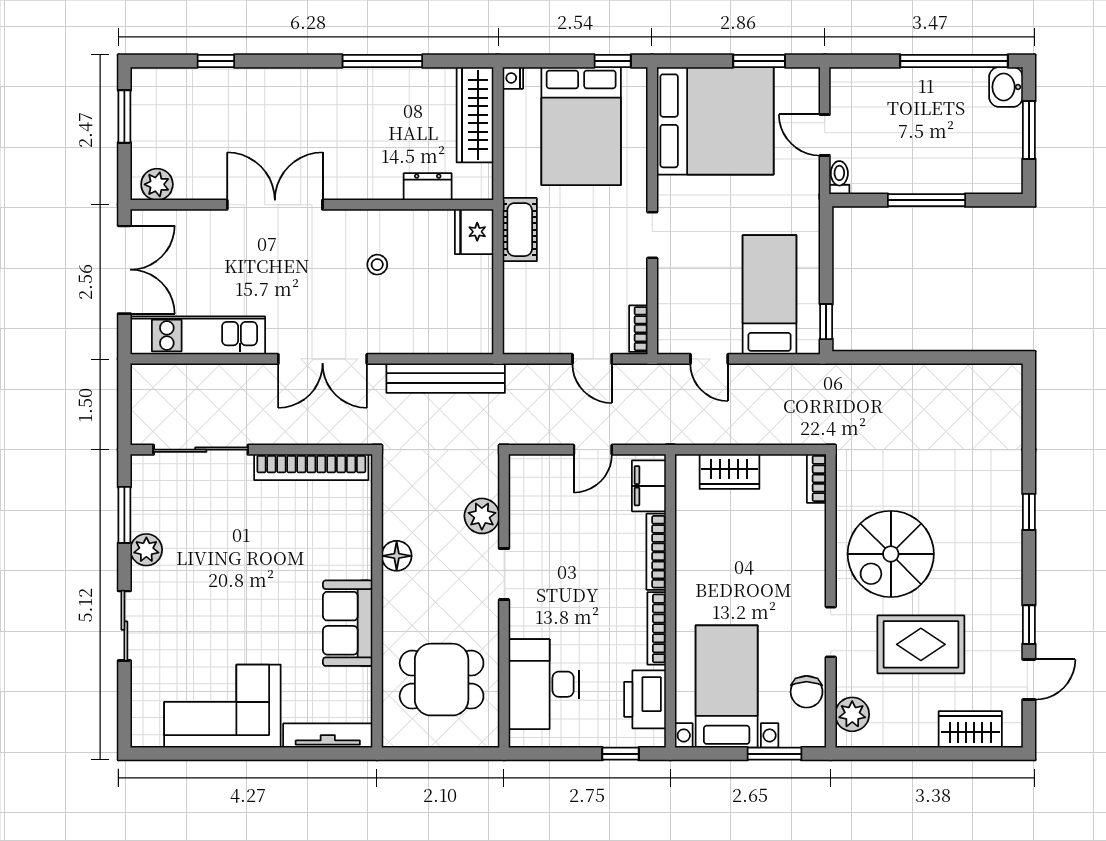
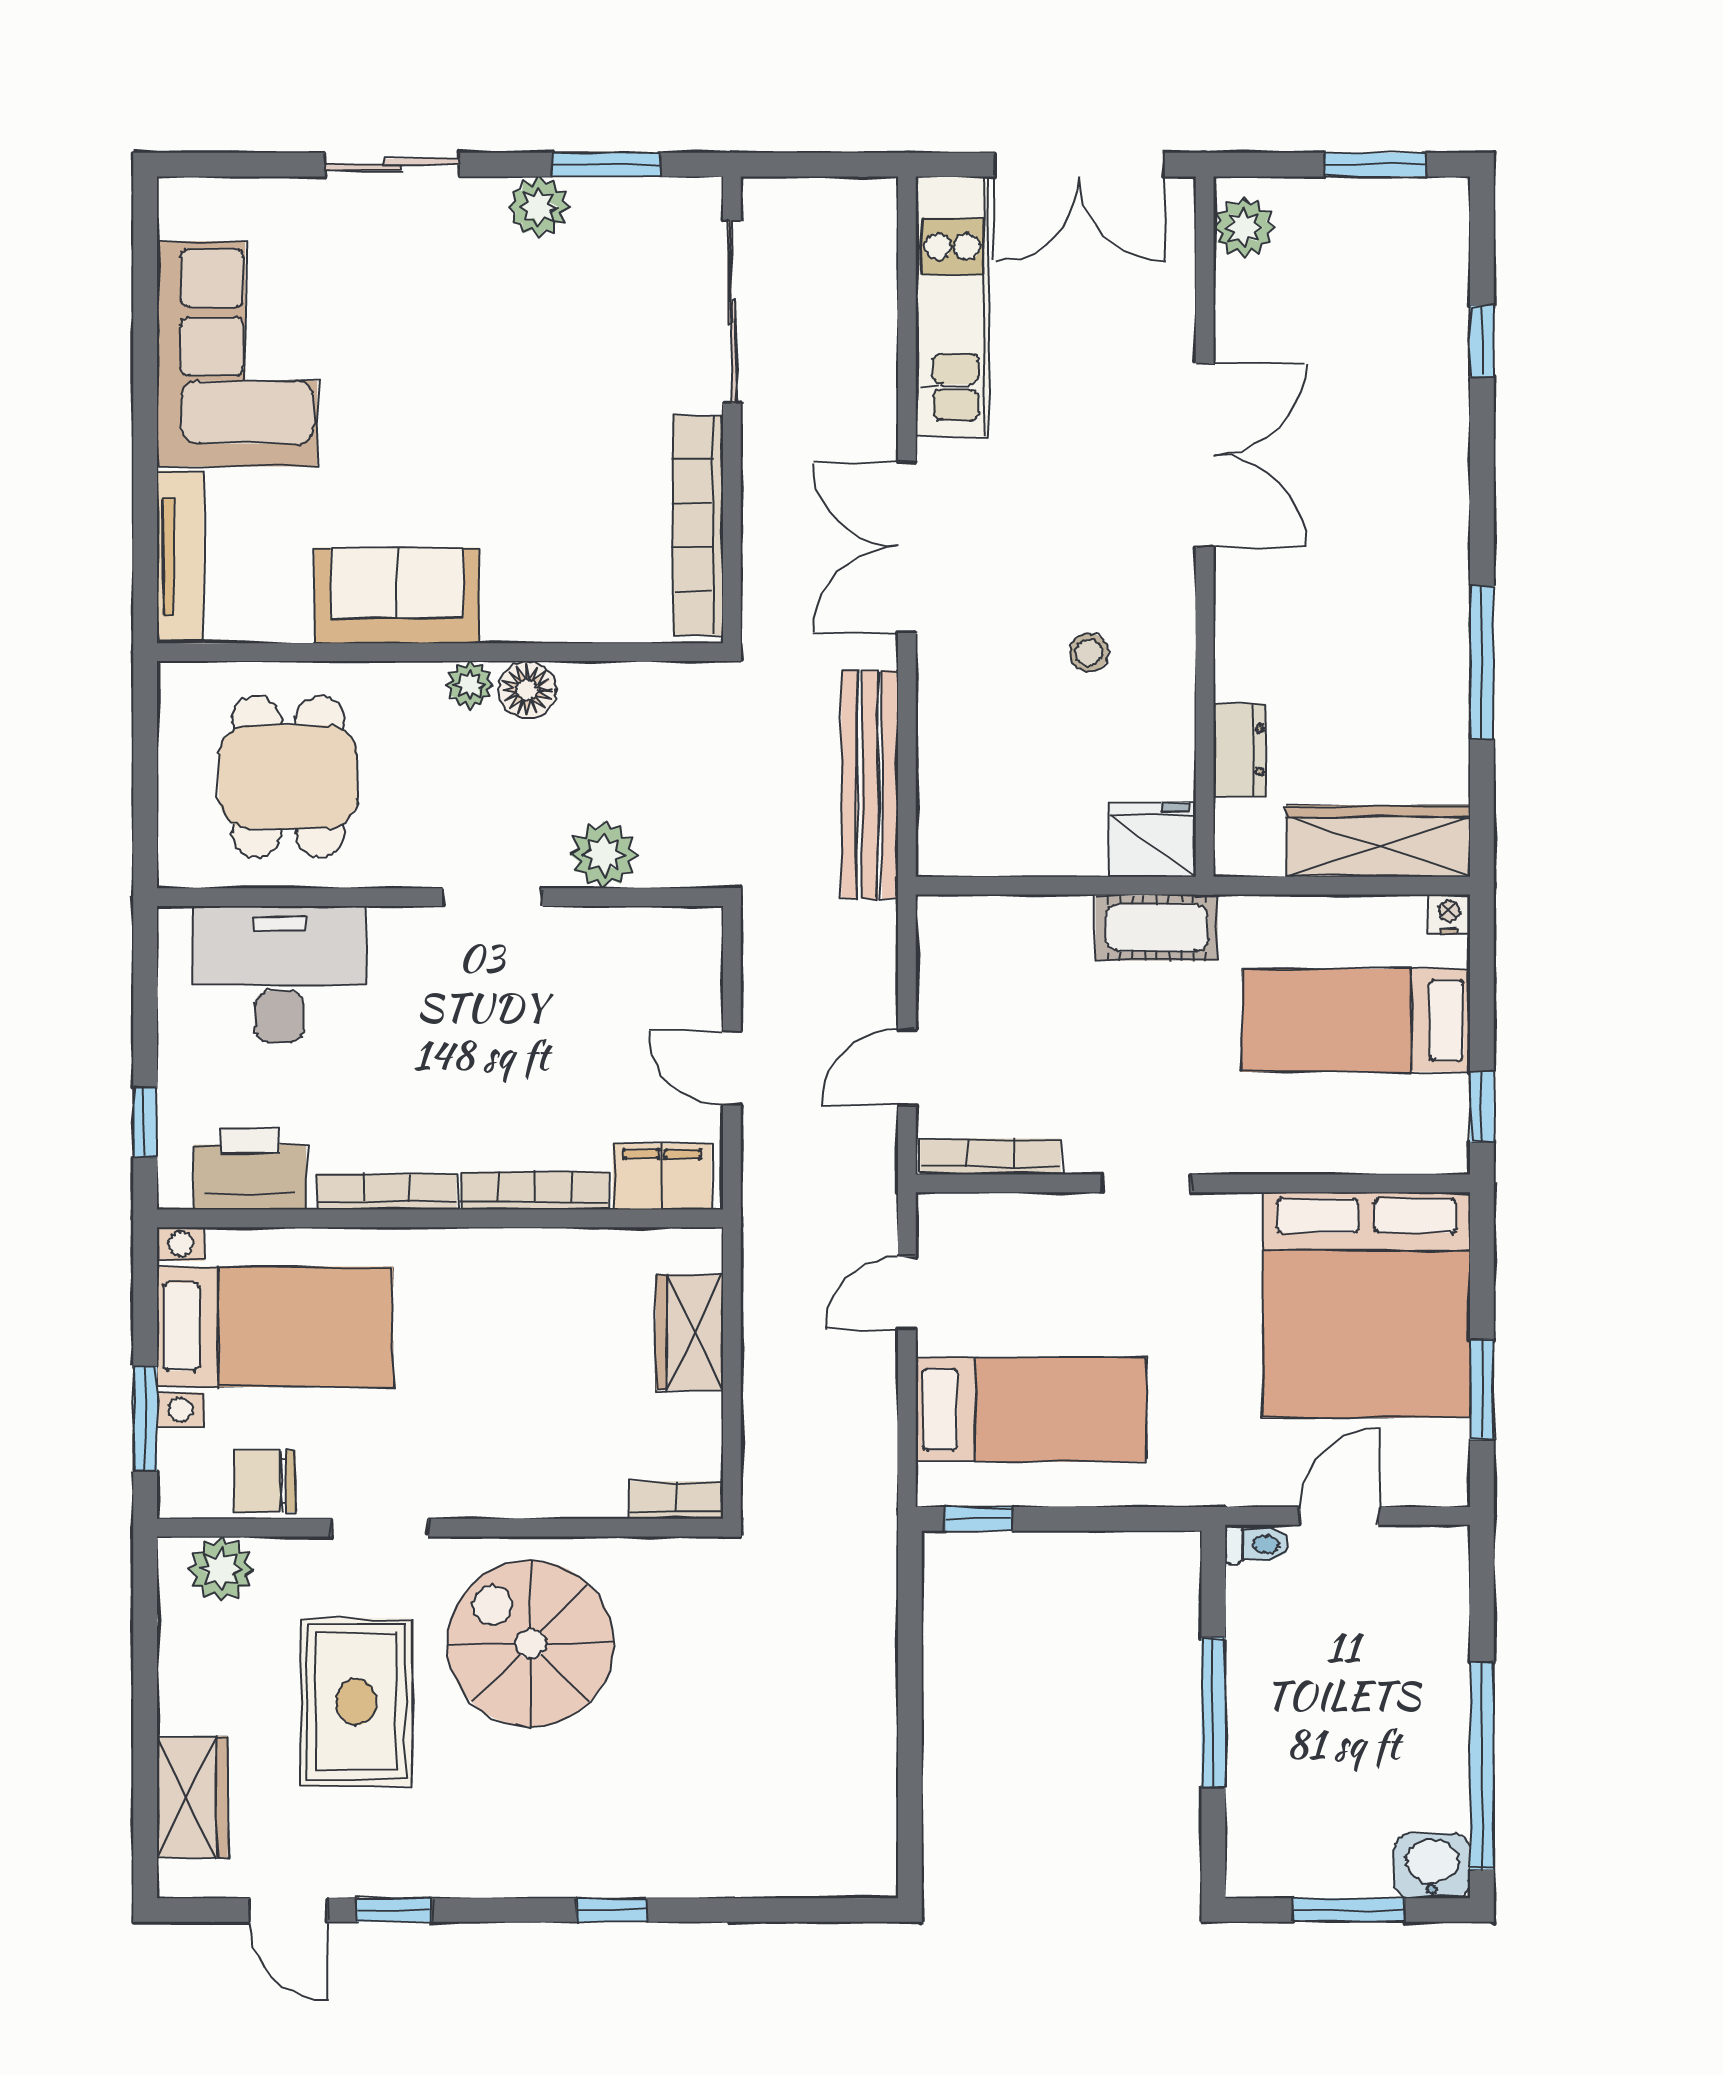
bed: (581, 126) -> (1356, 1020), width x0.67
bookcase: (638, 329) -> (991, 1157), width x1.56
plant: (394, 586) -> (470, 684), added

